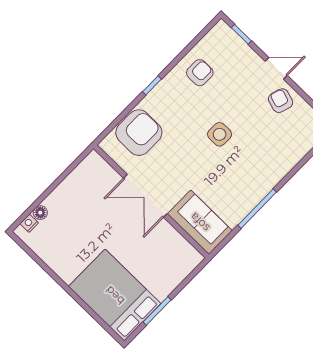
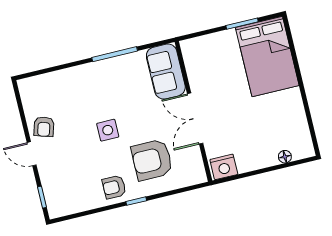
armchair: (200, 73) -> (114, 187), moved
armchair: (139, 133) -> (152, 160), moved
double door: (145, 196) -> (195, 119), swing flipped
nightstand: (29, 223) -> (224, 167), moved, width x1.89, depth x1.79

